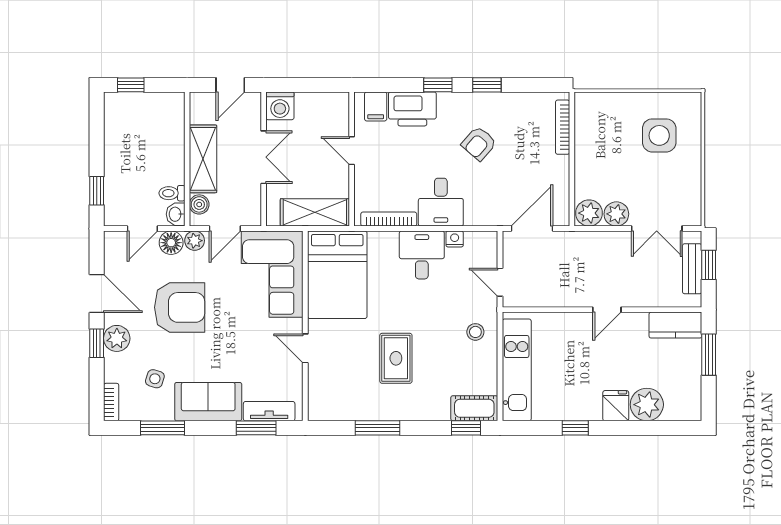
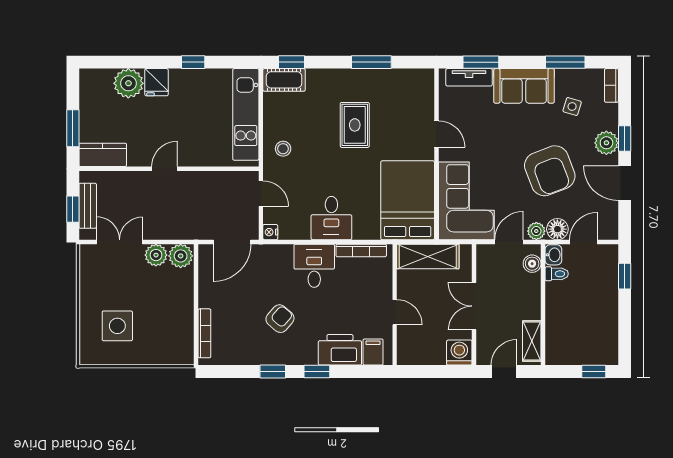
shelving: (203, 159) -> (532, 341), moved, width x0.67, depth x0.75
nightstand: (455, 239) -> (270, 232), moved, turned 90
armchair: (180, 307) -> (550, 171), turned -111

